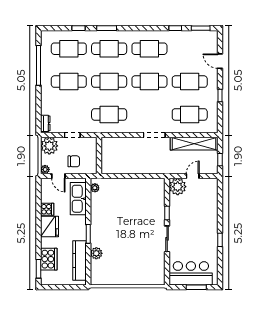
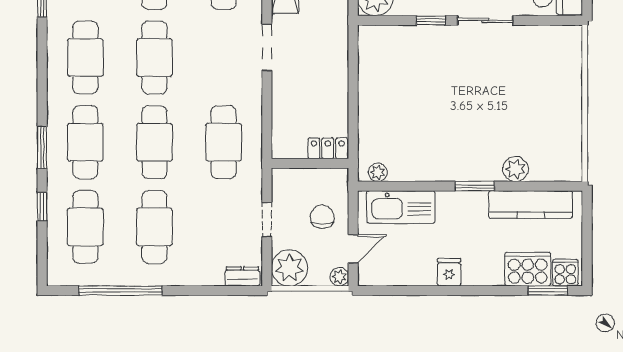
locker: (106, 164) -> (328, 148), added
cooker: (47, 209) -> (565, 273), moved
fridge: (50, 227) -> (449, 272), width x0.53, depth x0.75

